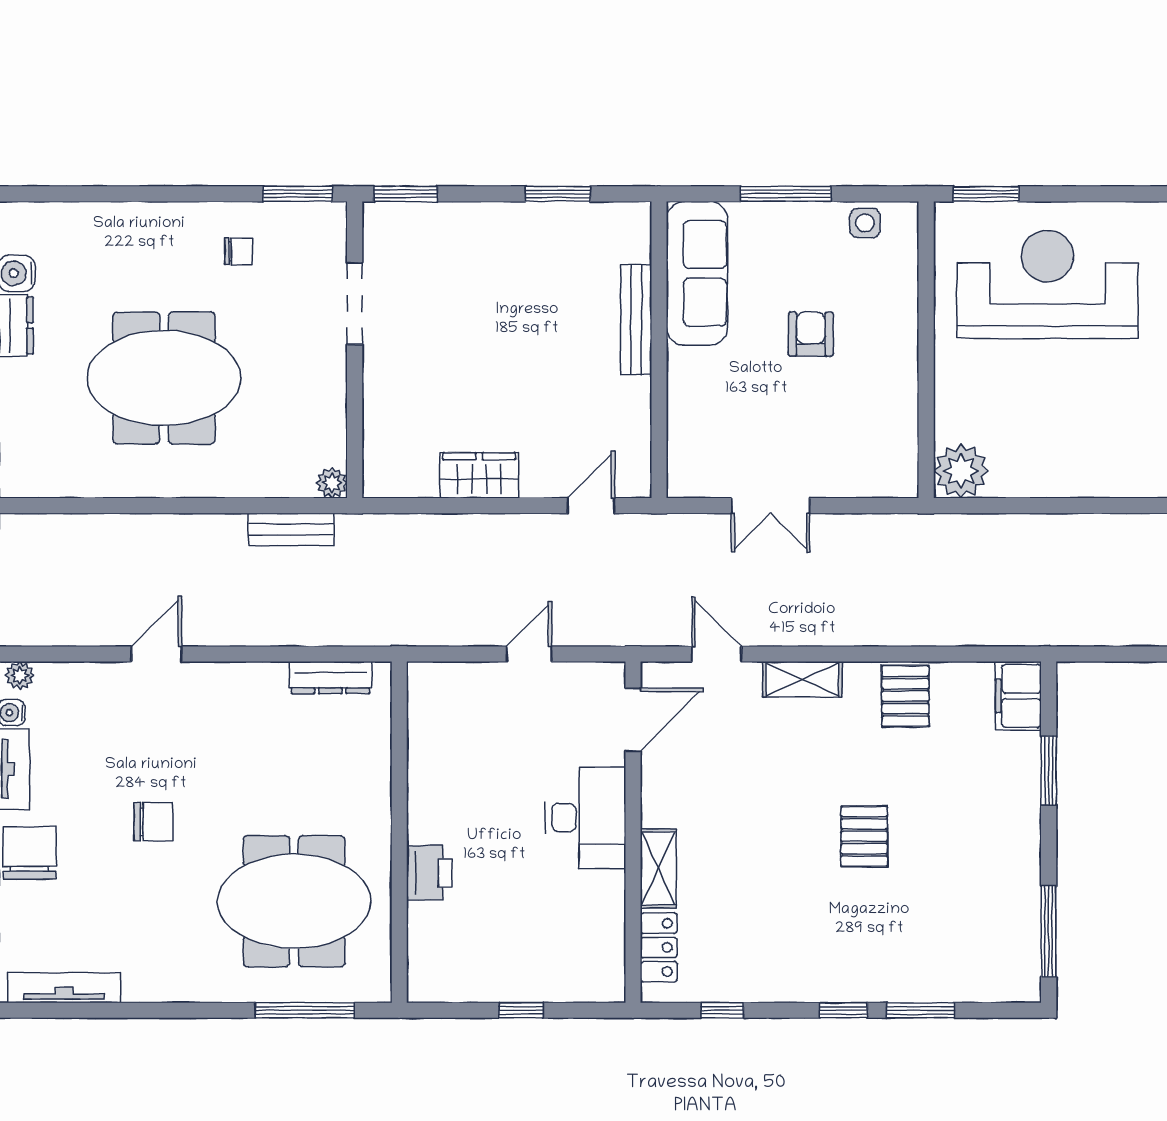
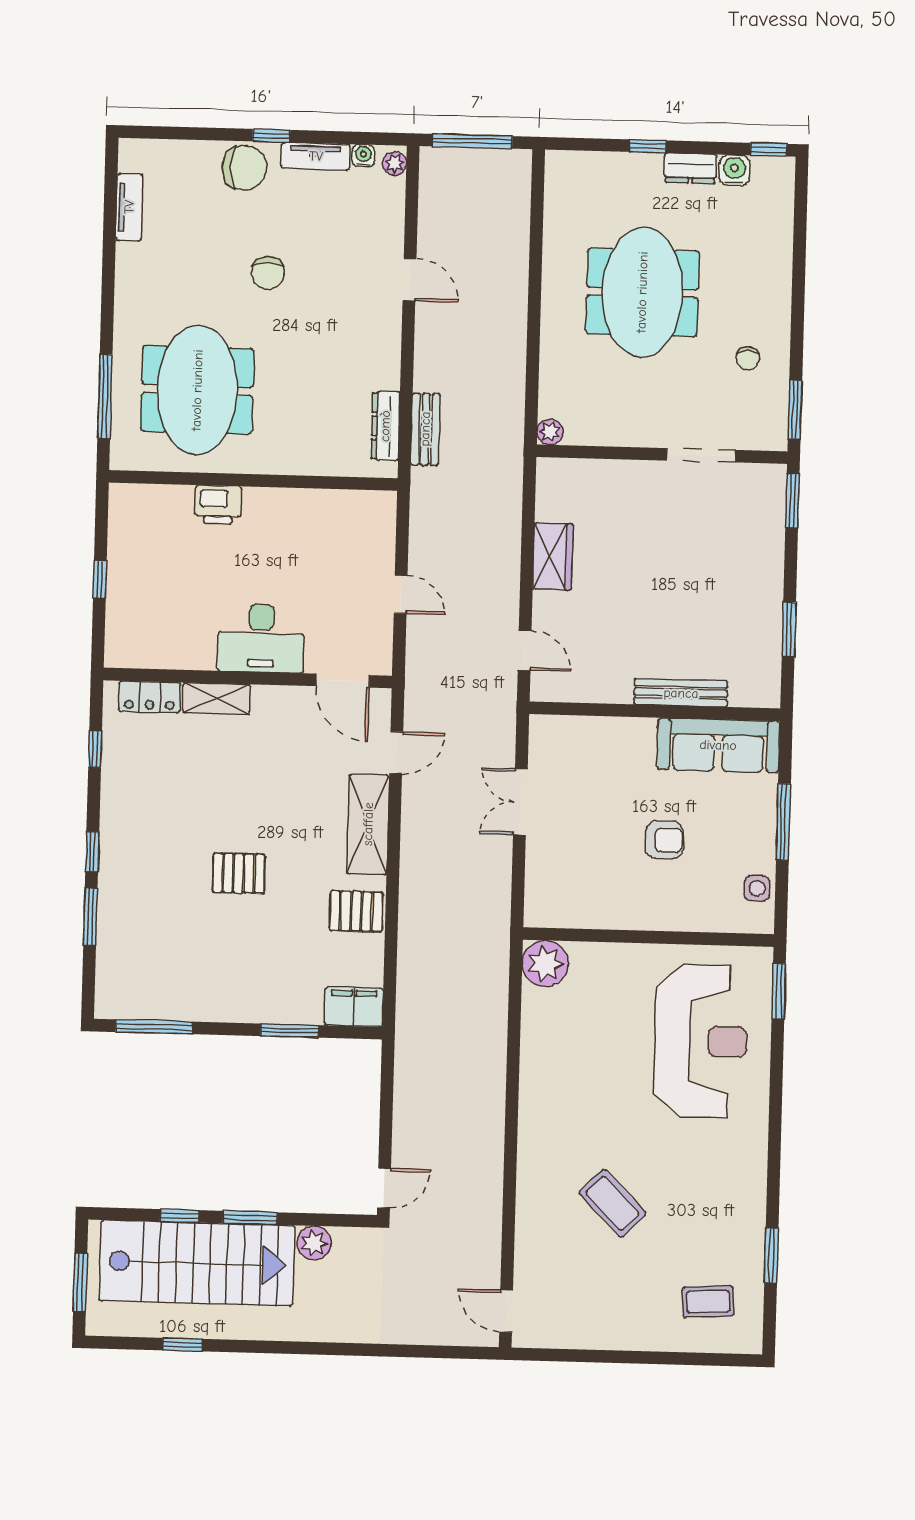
bench: (291, 529) -> (425, 429), moved
shelving: (802, 679) -> (368, 824), width x1.50, depth x1.33
tv unit: (64, 988) -> (129, 207), width x0.71

